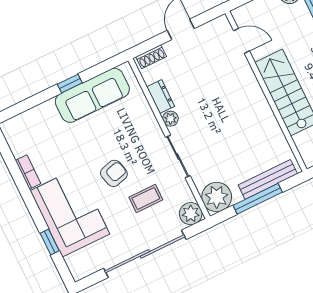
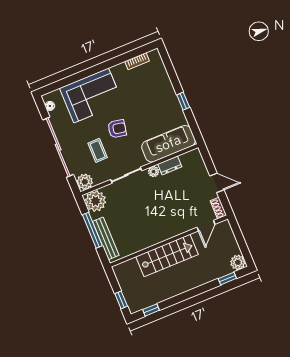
shoe rack: (151, 57) -> (218, 208), moved
sofa: (92, 95) -> (168, 144), moved, turned 90
bookcase: (28, 172) -> (137, 61), moved
armchair: (114, 173) -> (117, 129), turned -64
window: (50, 242) -> (71, 80), removed
floor lamp: (88, 269) -> (50, 106), added

